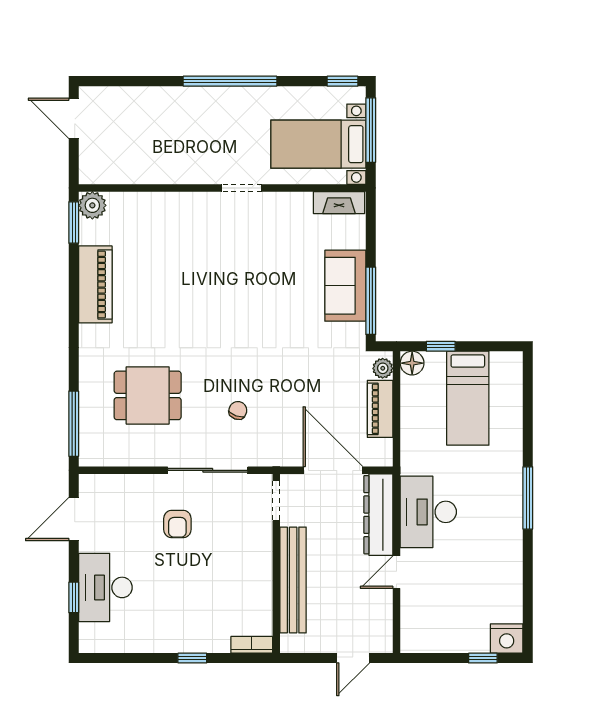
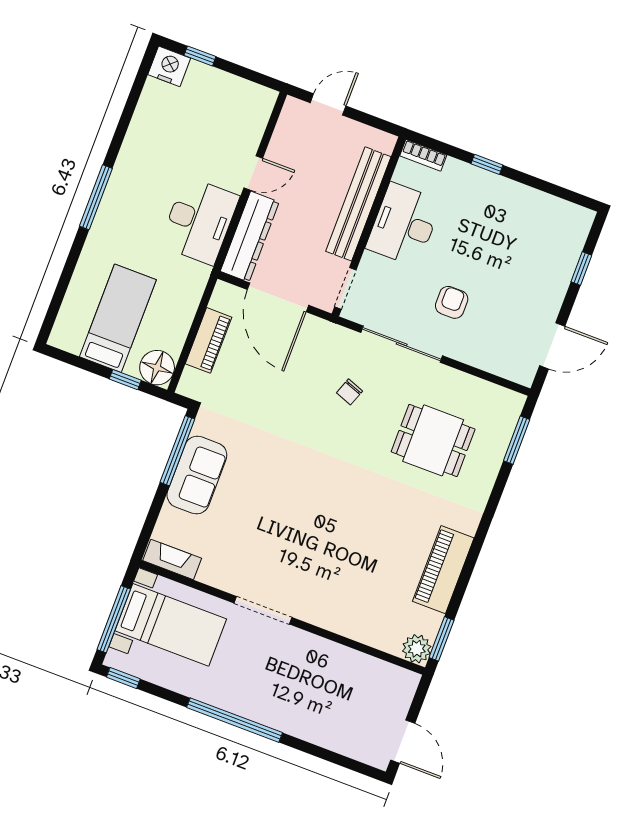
doorway: (241, 188) -> (263, 610), width x1.38
floor lamp: (412, 363) -> (157, 368), width x1.38, depth x1.38
plant: (383, 368) -> (191, 380), removed
window: (74, 424) -> (517, 440), width x0.69
desk: (105, 587) -> (404, 225), moved, turned 180

